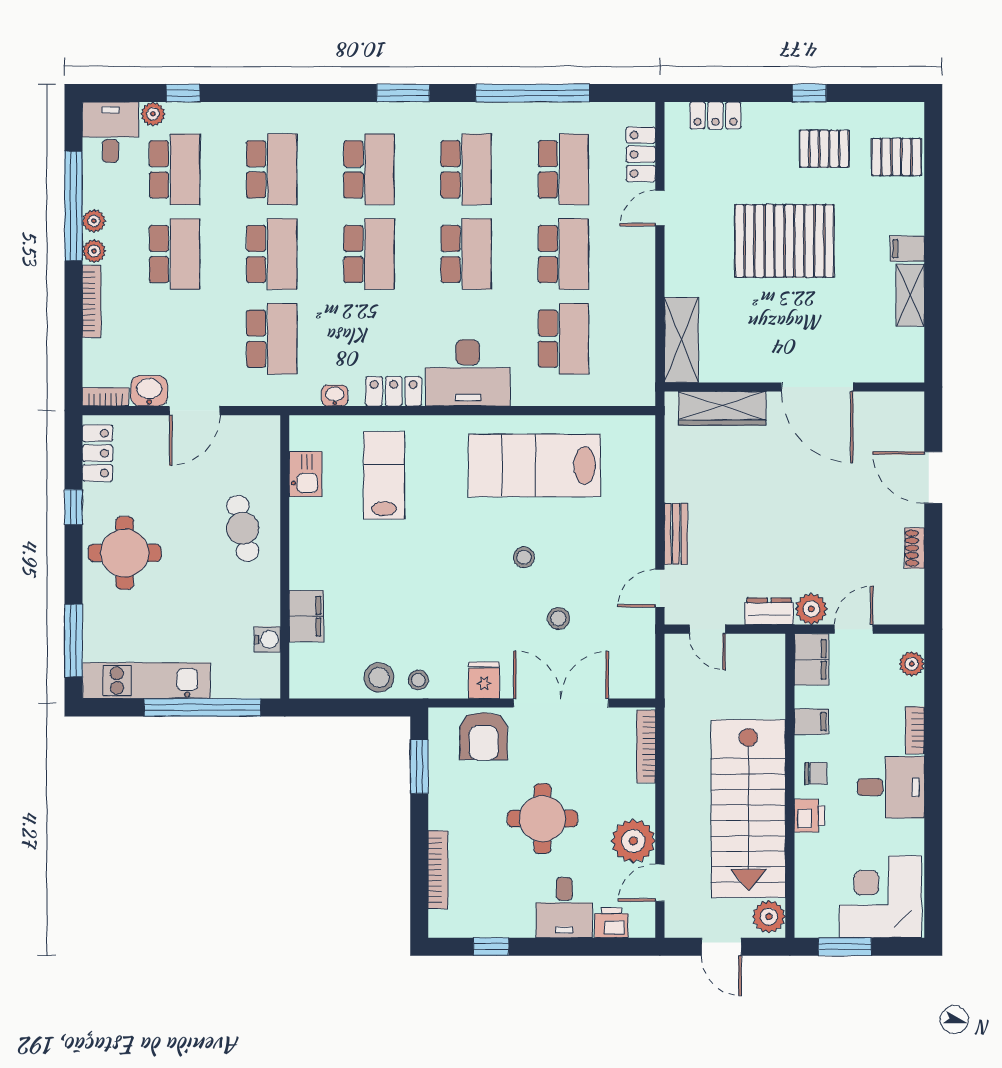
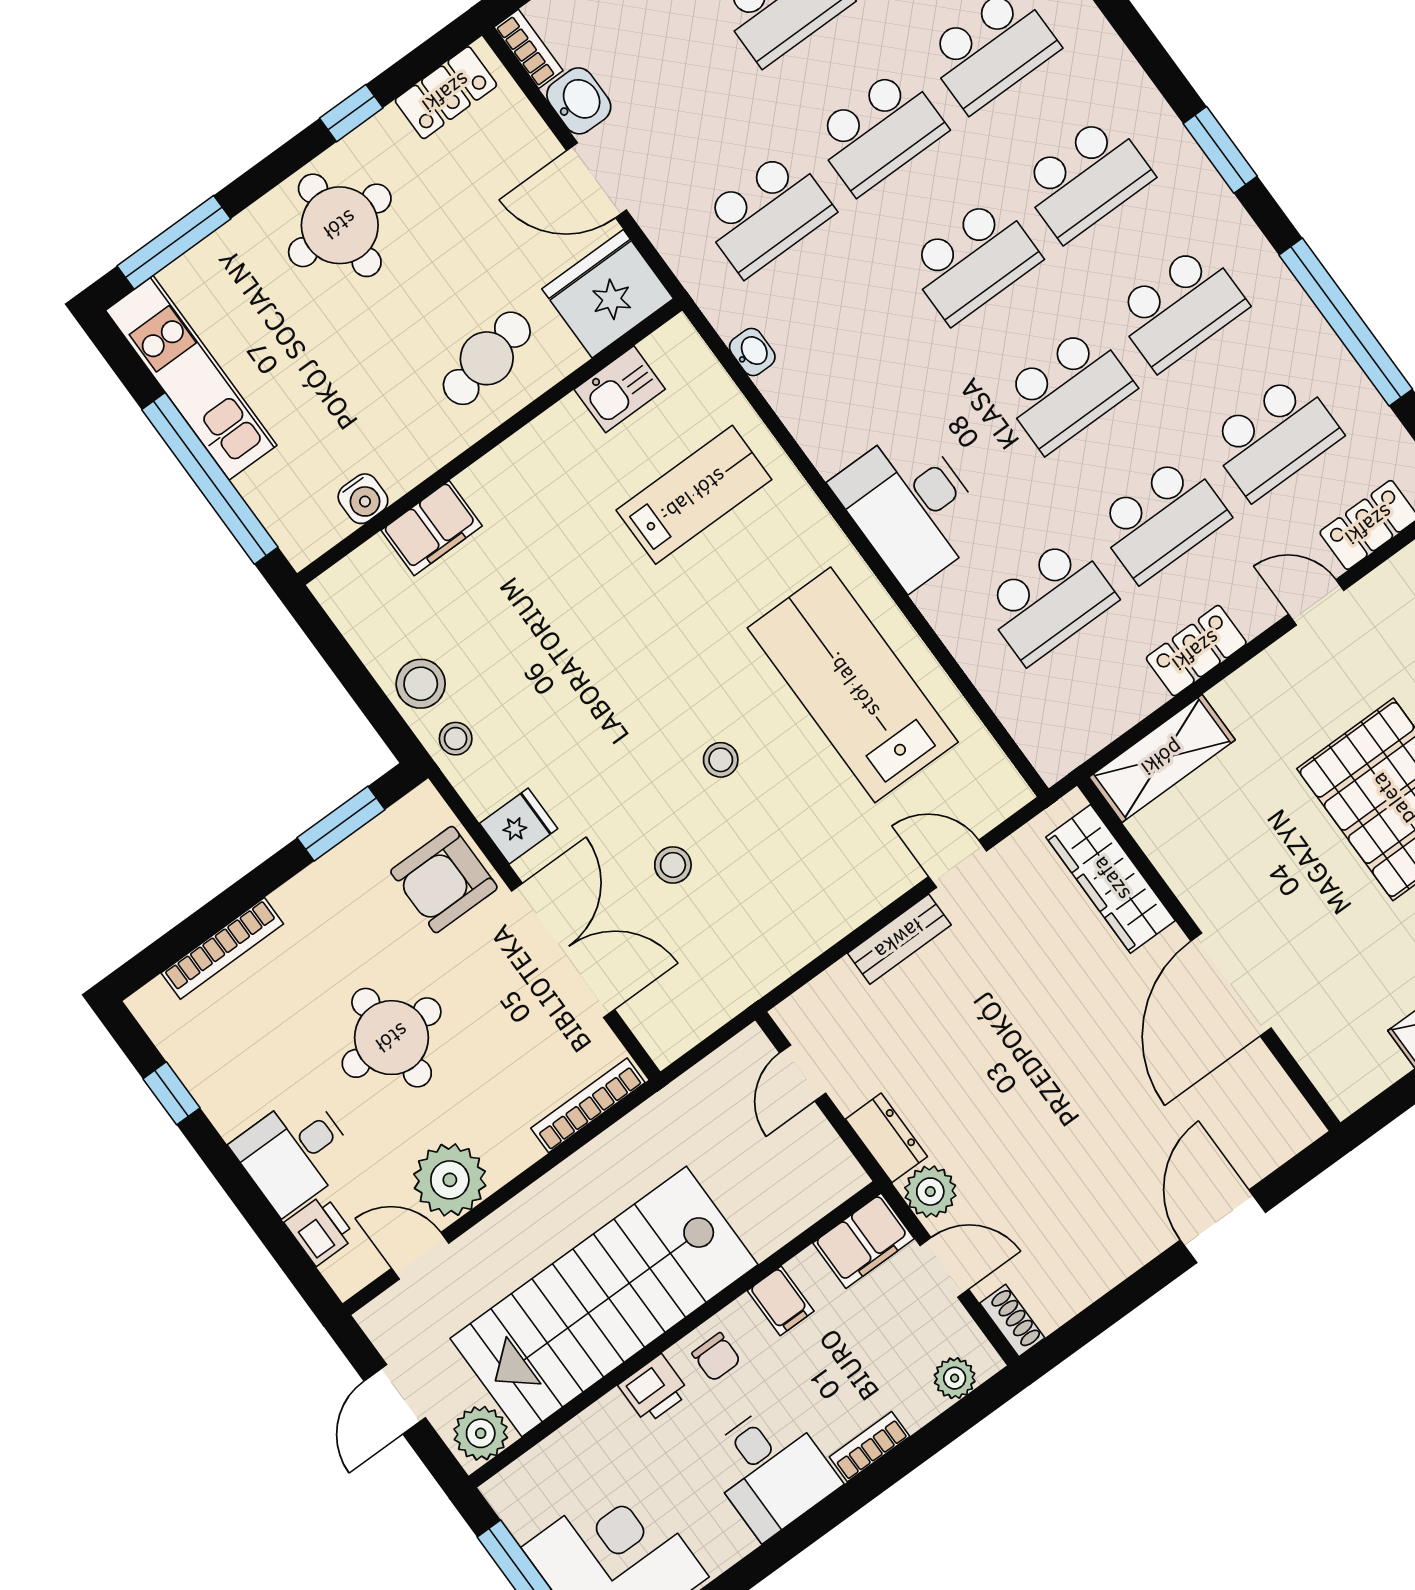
locker: (394, 391) -> (1196, 651), moved, turned -90
fridge: (254, 446) -> (608, 294), added
shoe rack: (914, 548) -> (1012, 1321), moved, turned 90
door: (660, 588) -> (958, 864), moved

